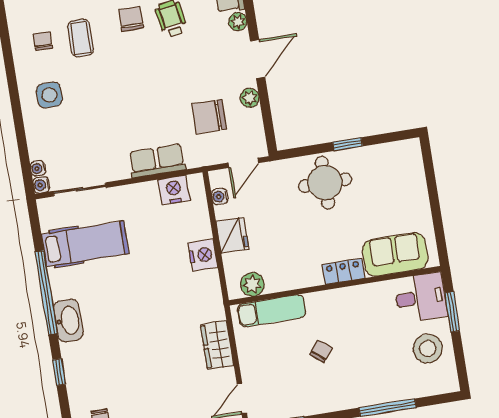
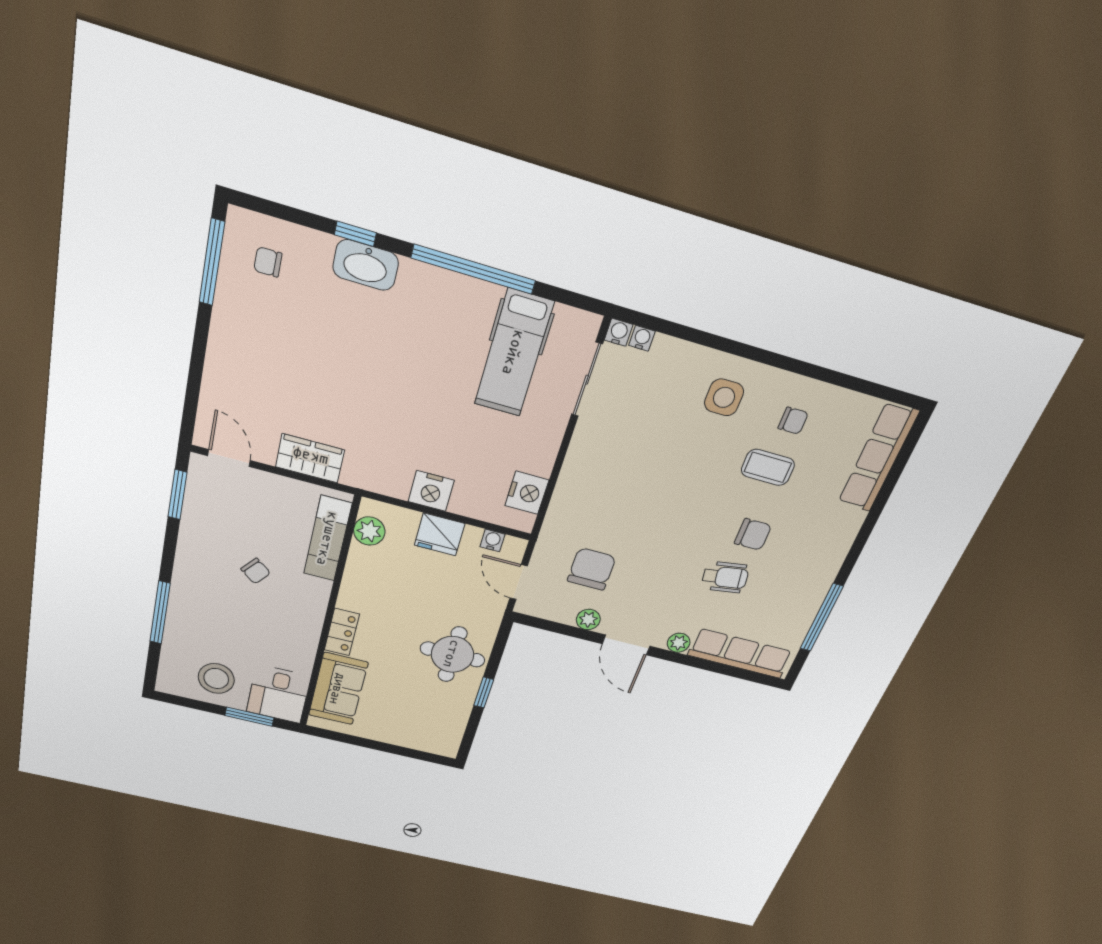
row of seats: (157, 161) -> (572, 489), removed
washbasin: (68, 321) -> (366, 265), moved

